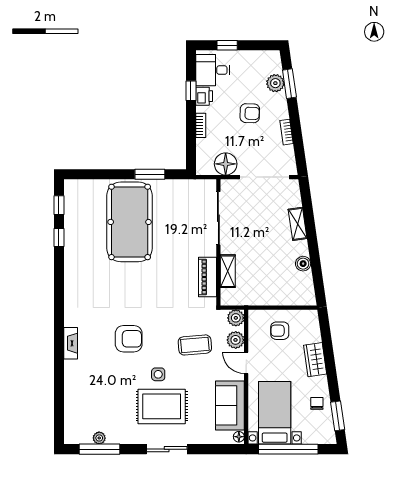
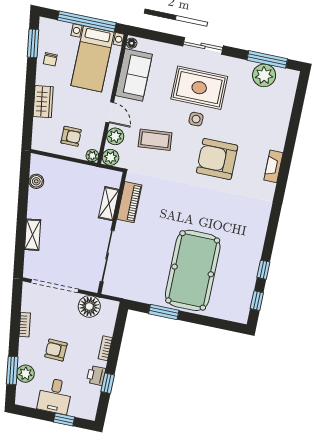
desk: (213, 70) -> (55, 396), moved, turned 90
boiler: (303, 264) -> (36, 181), moved
plant: (254, 316) -> (92, 156), added
armchair: (129, 339) -> (217, 159), width x1.36, depth x1.36
plant: (99, 438) -> (264, 75), width x1.87, depth x1.87

